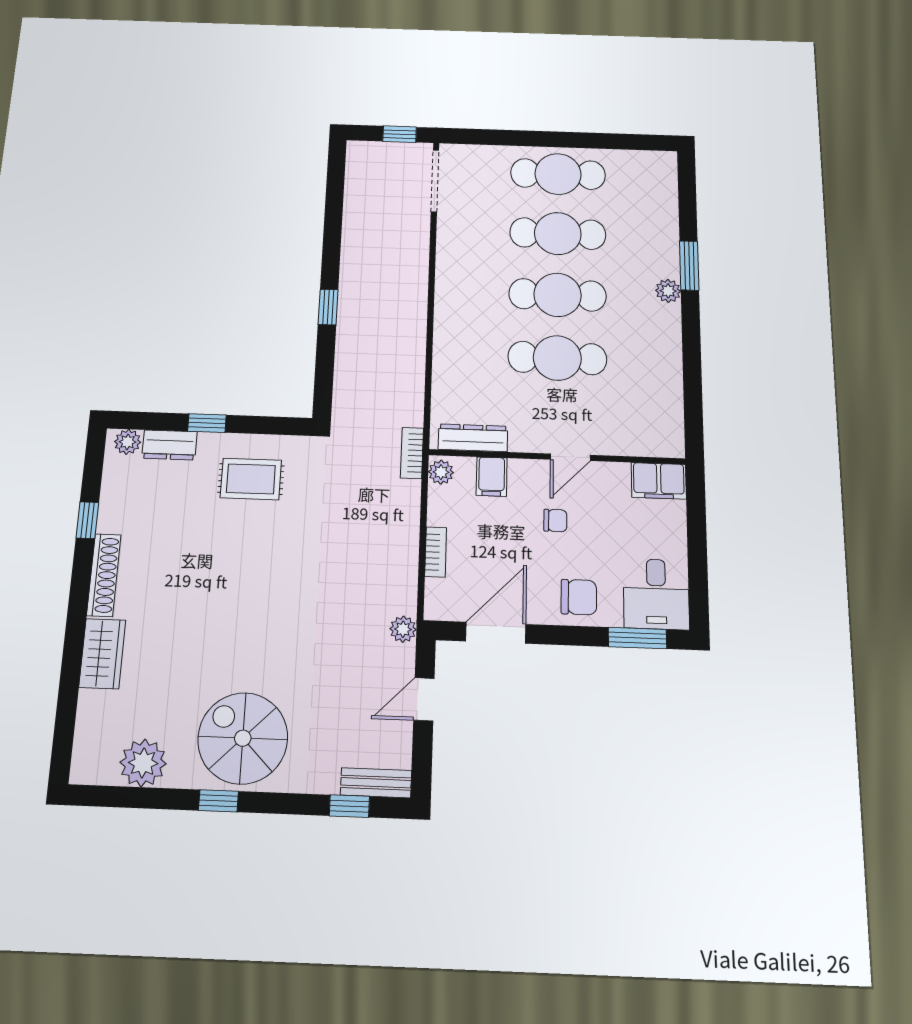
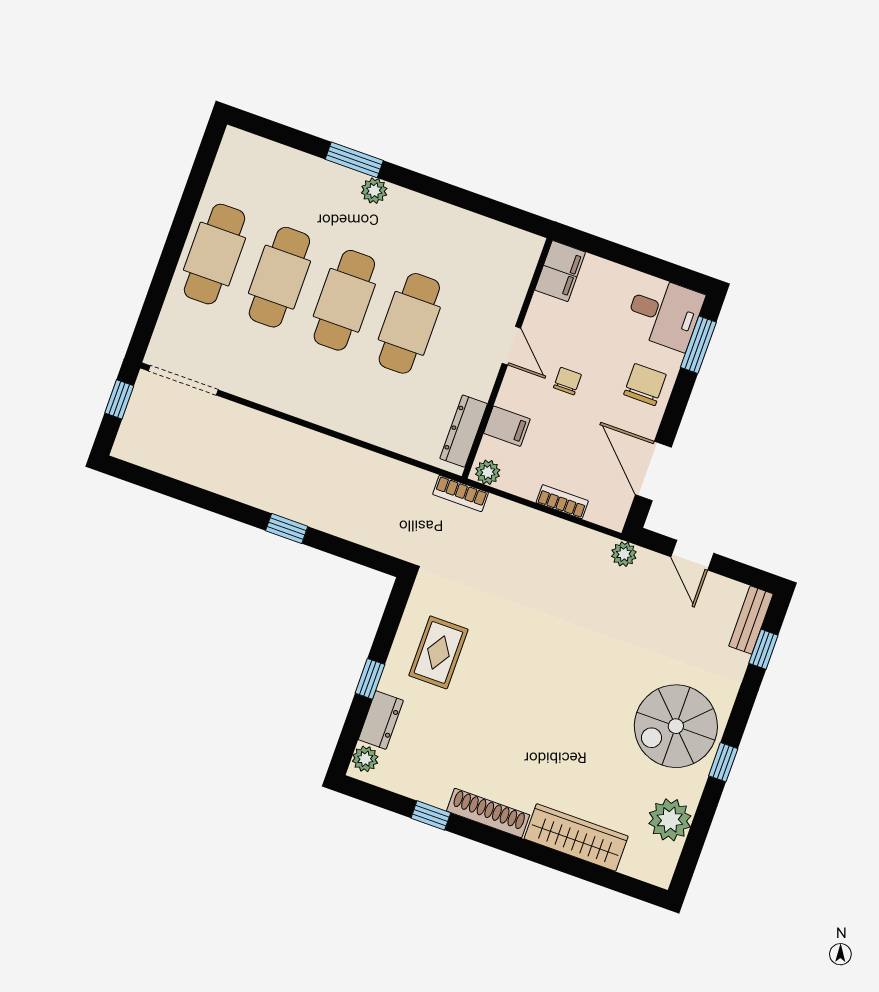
wardrobe: (102, 654) -> (576, 837), width x1.50

